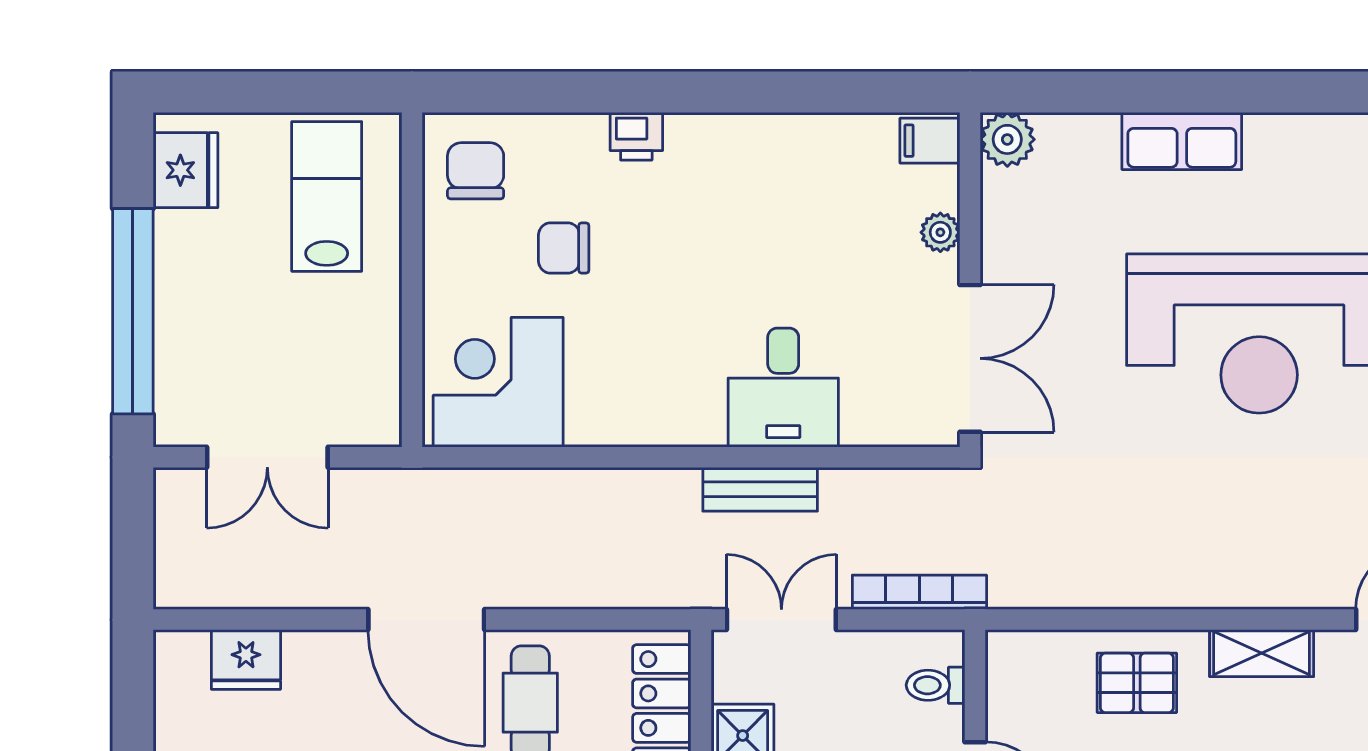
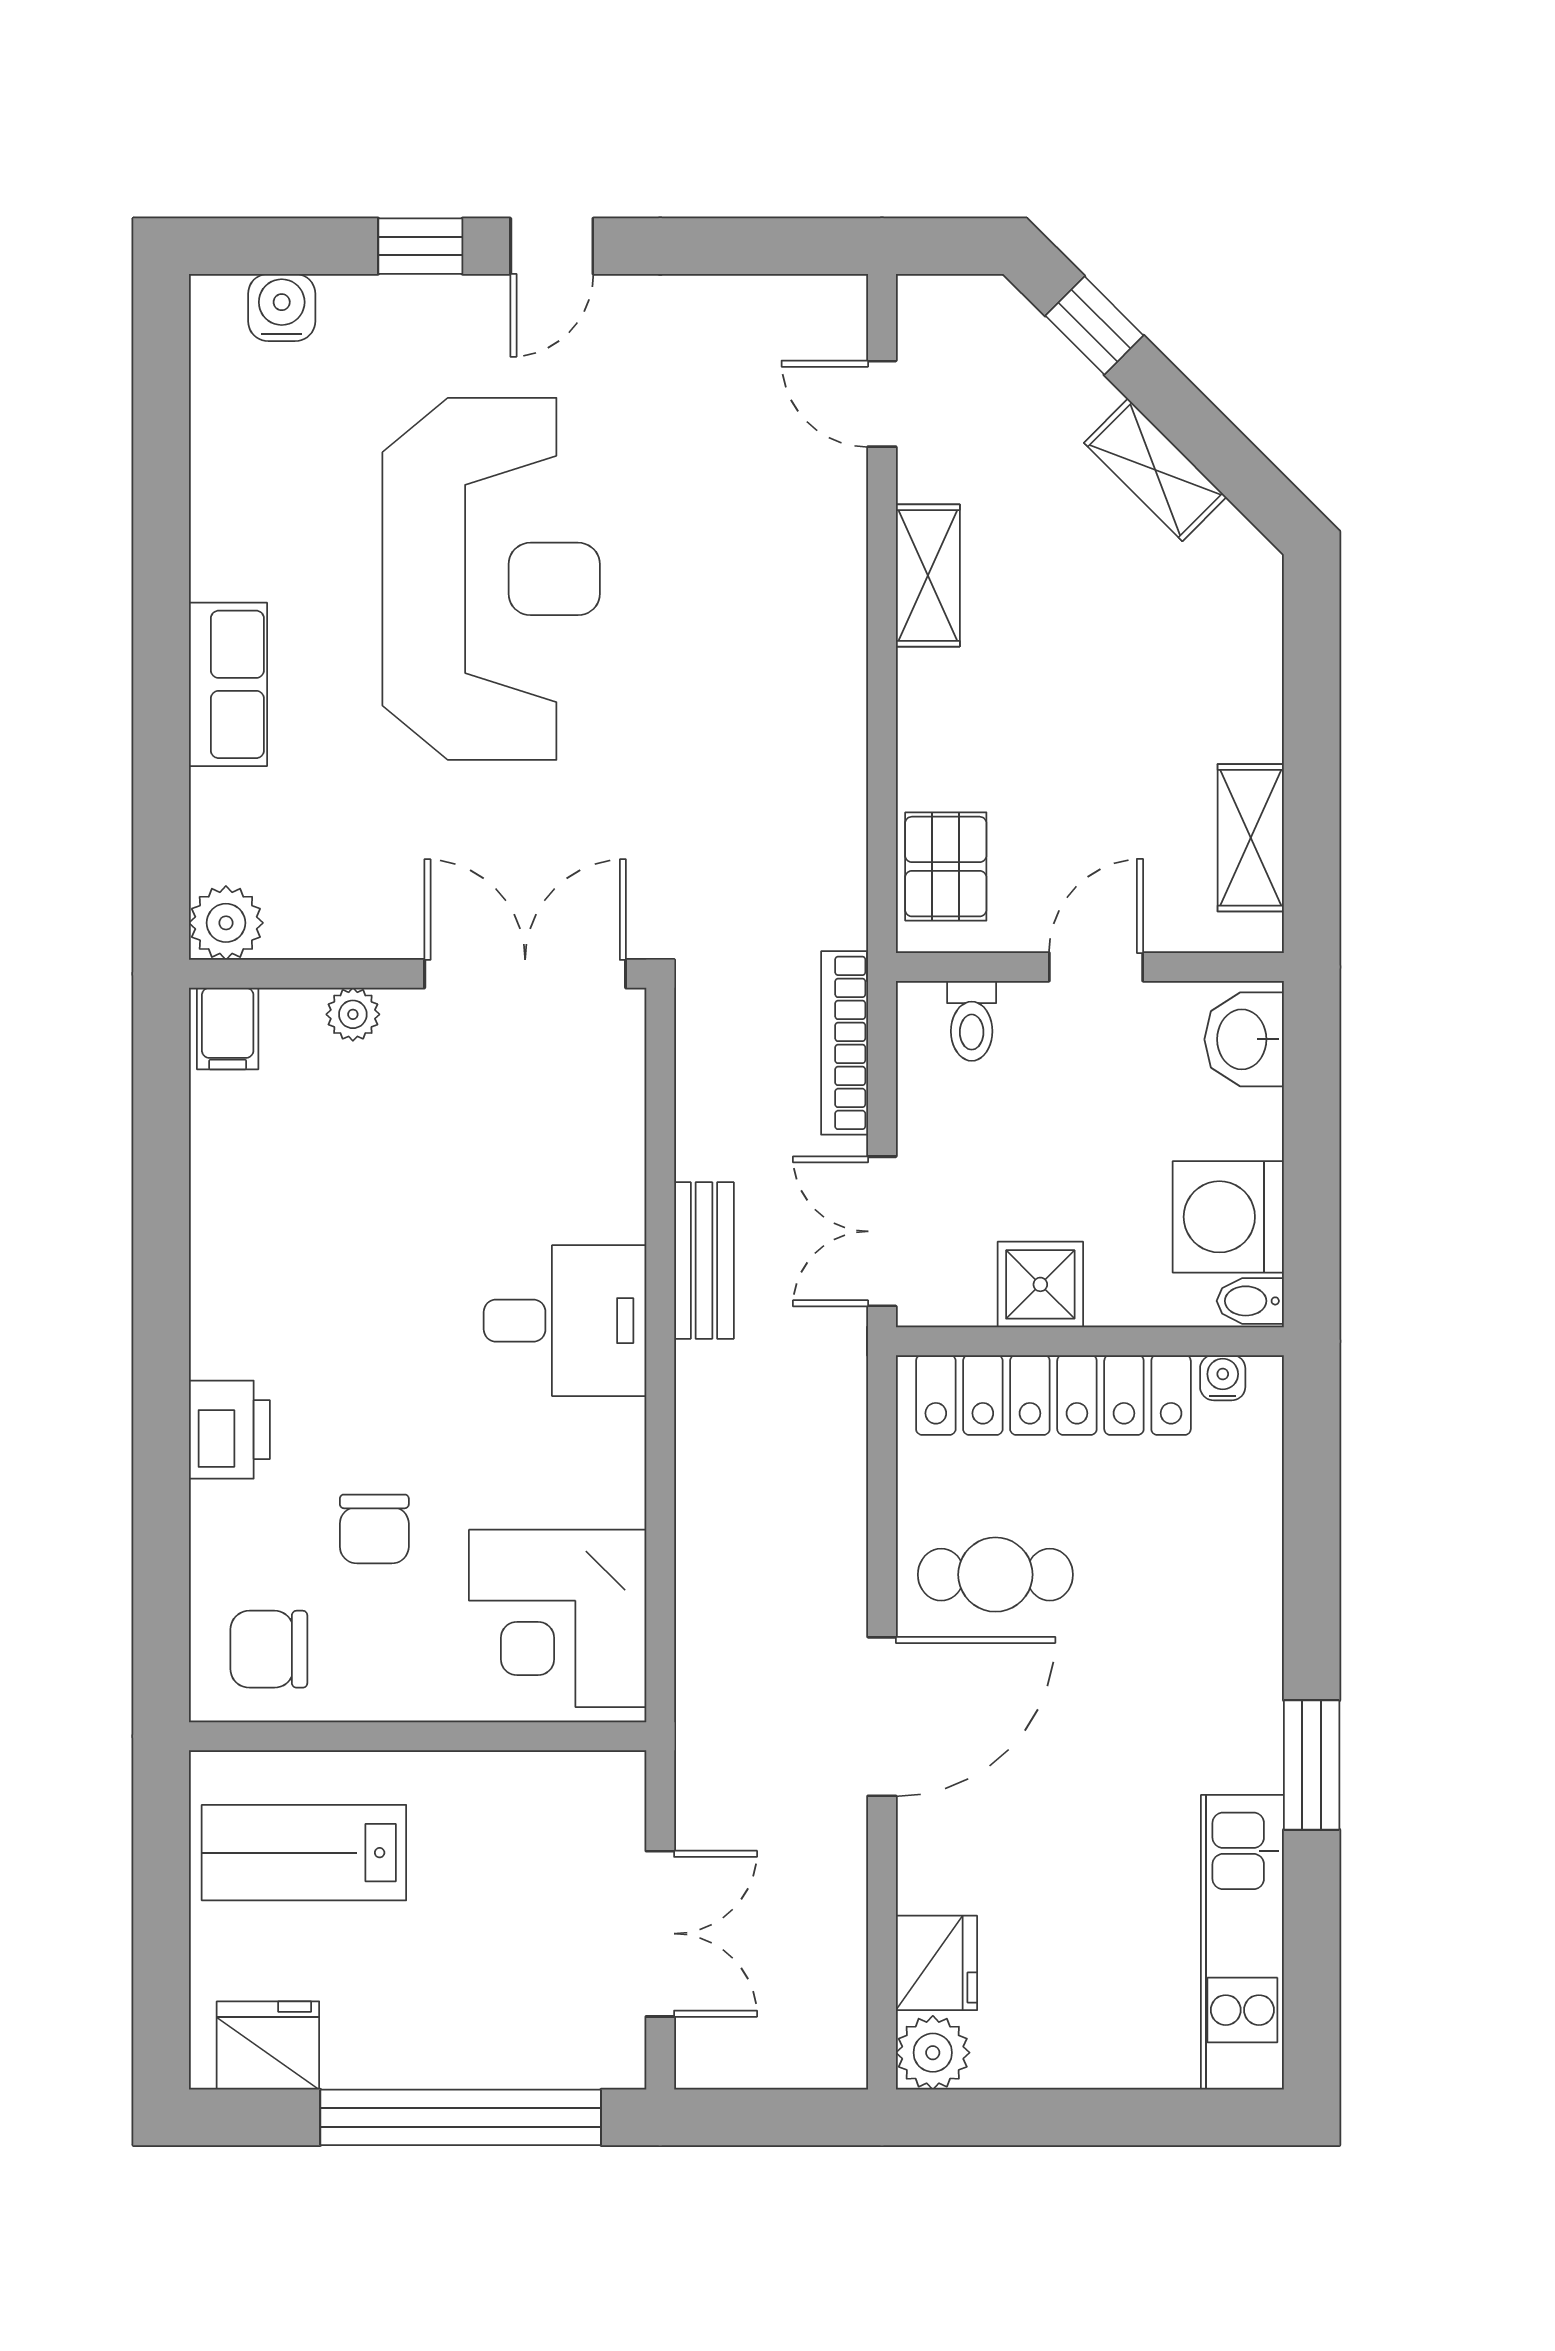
printer: (636, 136) -> (229, 1430), width x1.36, depth x1.24
desk: (783, 388) -> (565, 1321), moved
plant: (180, 657) -> (933, 2053), added
pallet: (1137, 683) -> (946, 867), moved

